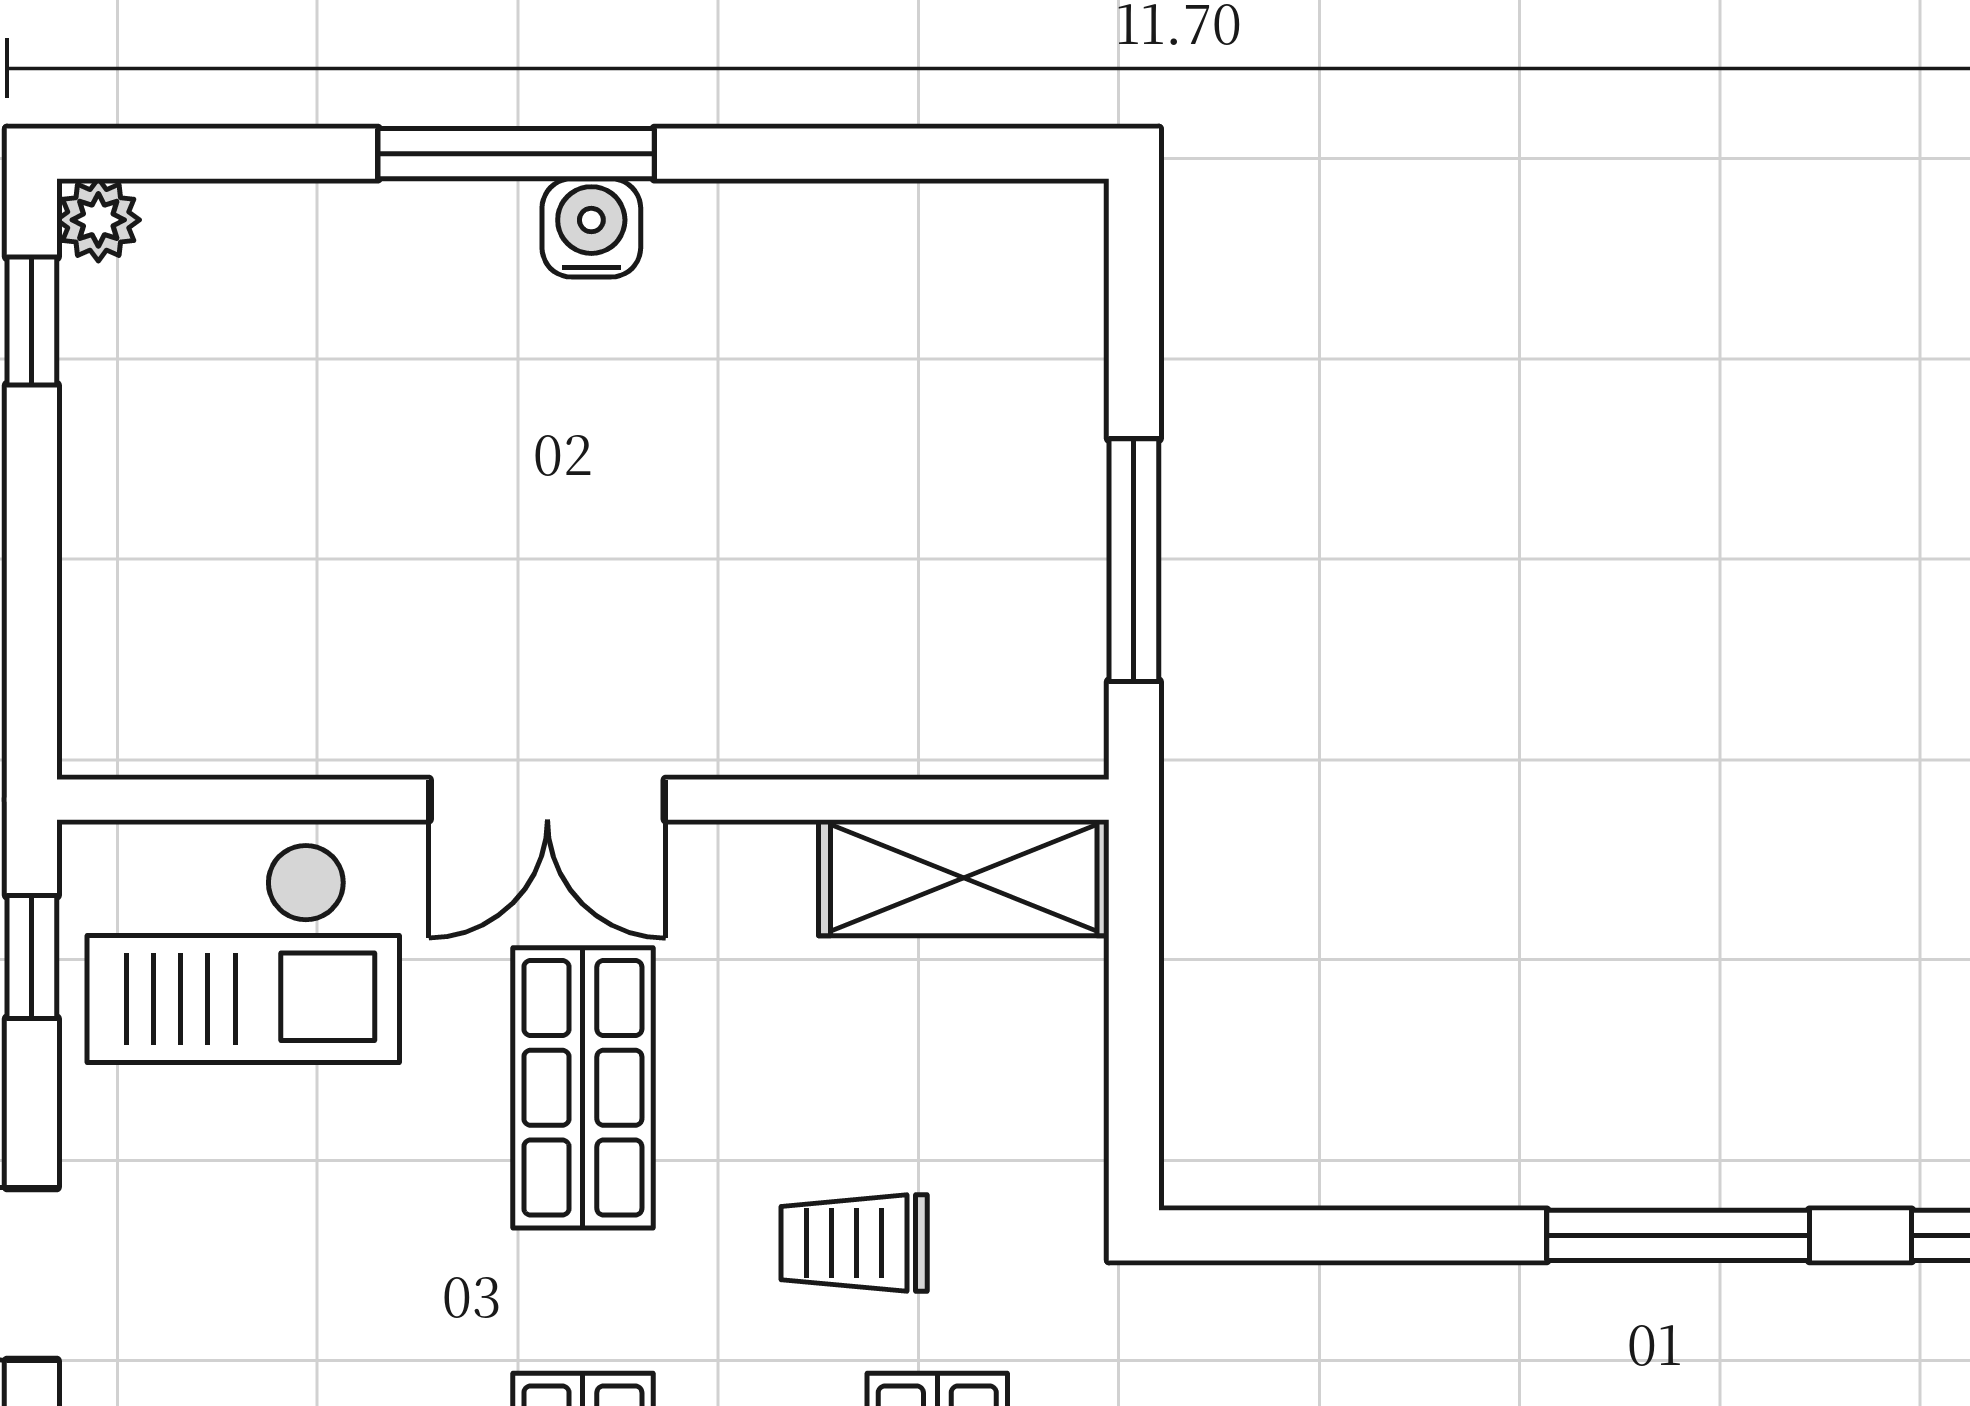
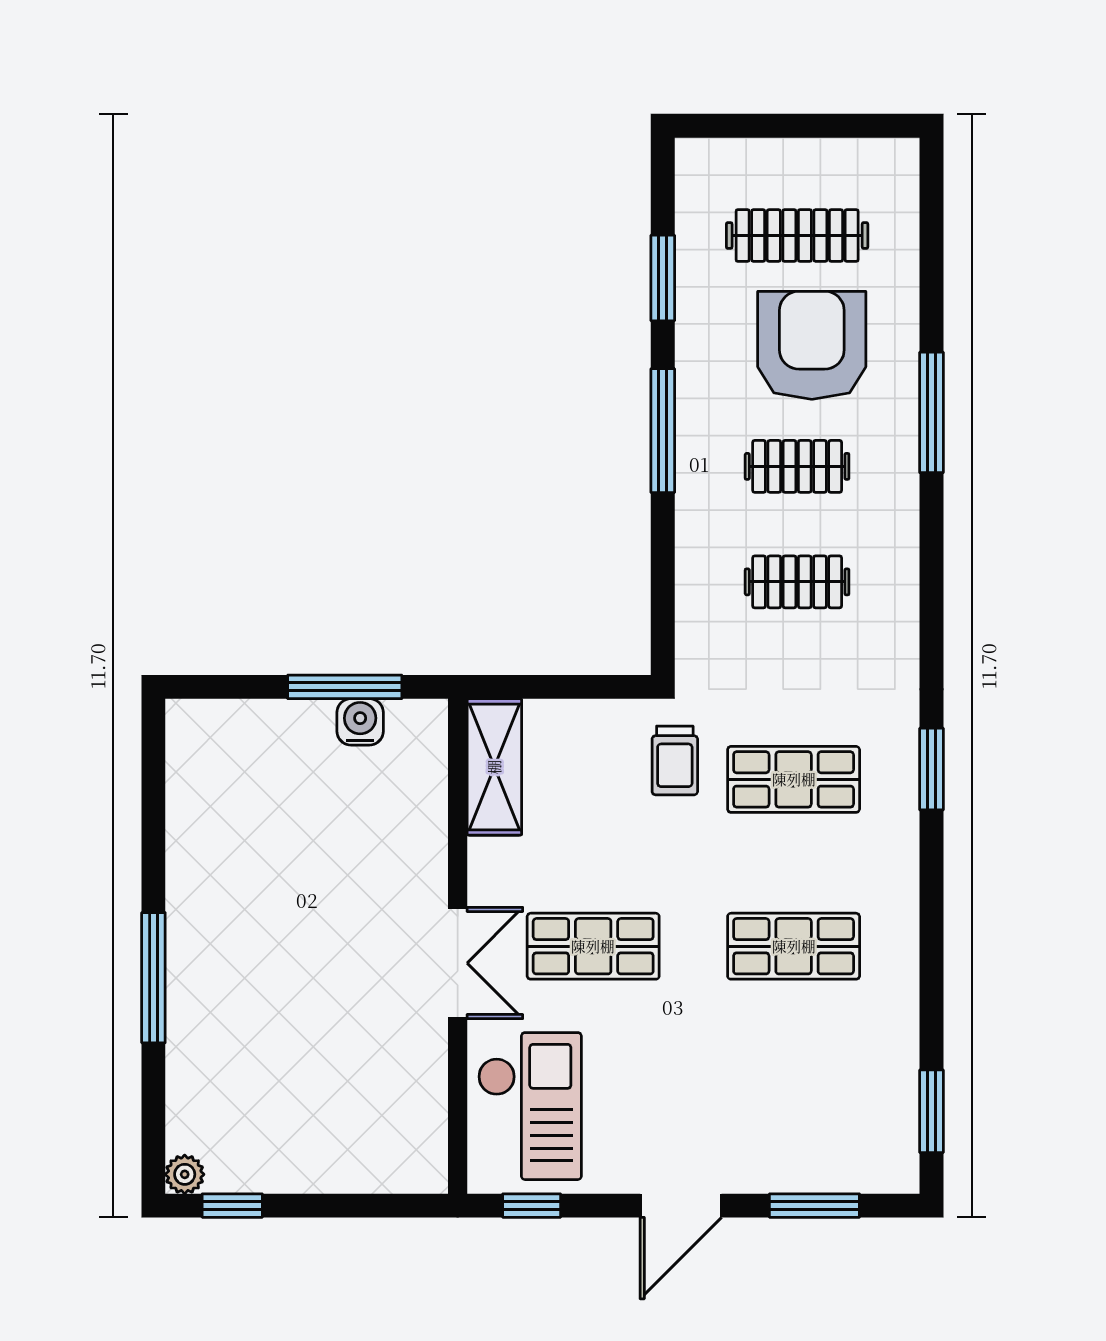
water cooler: (591, 228) -> (360, 722), moved, turned 90
trolley: (854, 1243) -> (675, 760), moved

